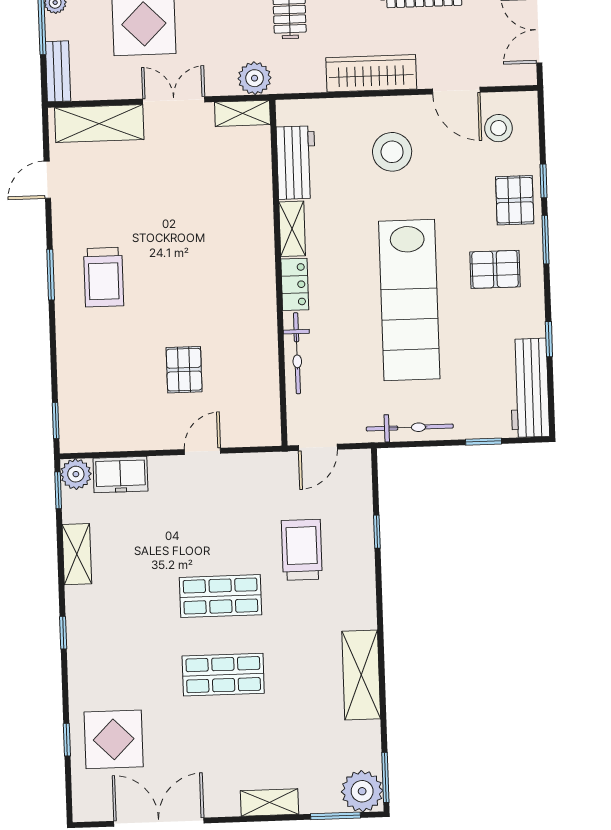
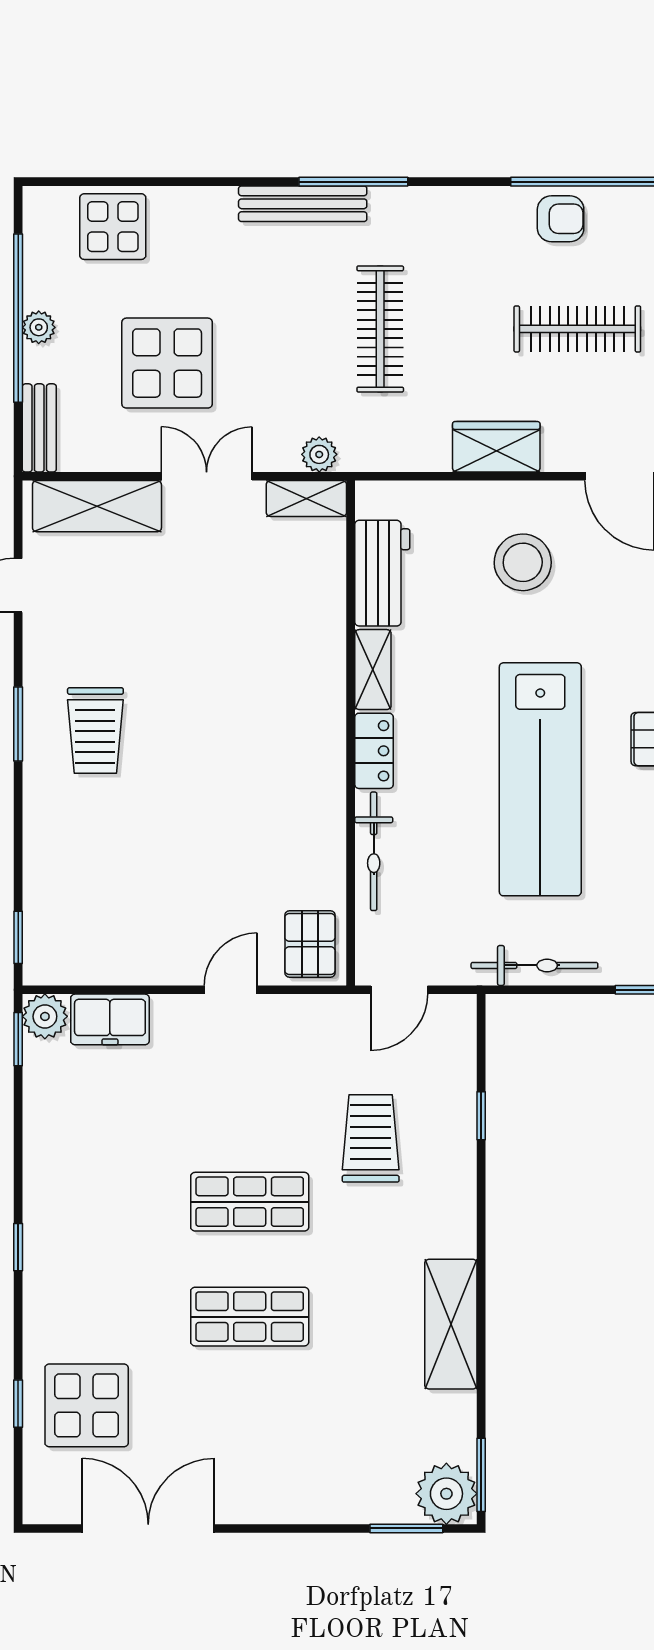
wardrobe: (371, 73) -> (496, 447), width x0.67
plant: (255, 78) -> (319, 454), width x0.73, depth x0.73
pallet: (184, 370) -> (310, 944), moved
shelving: (77, 554) -> (42, 1133), removed
shelving: (270, 803) -> (311, 1505), removed

